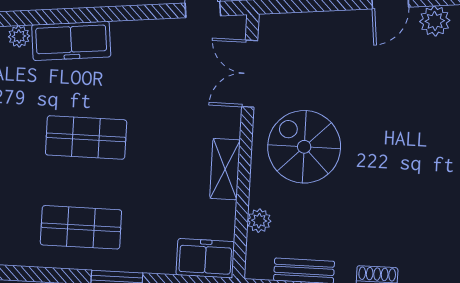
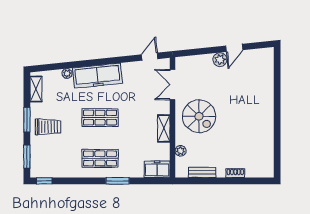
plant: (435, 21) -> (220, 60), moved
freezer: (71, 41) -> (97, 76), width x1.36, depth x1.26
spiral stairs: (304, 147) -> (199, 116), turned 180

